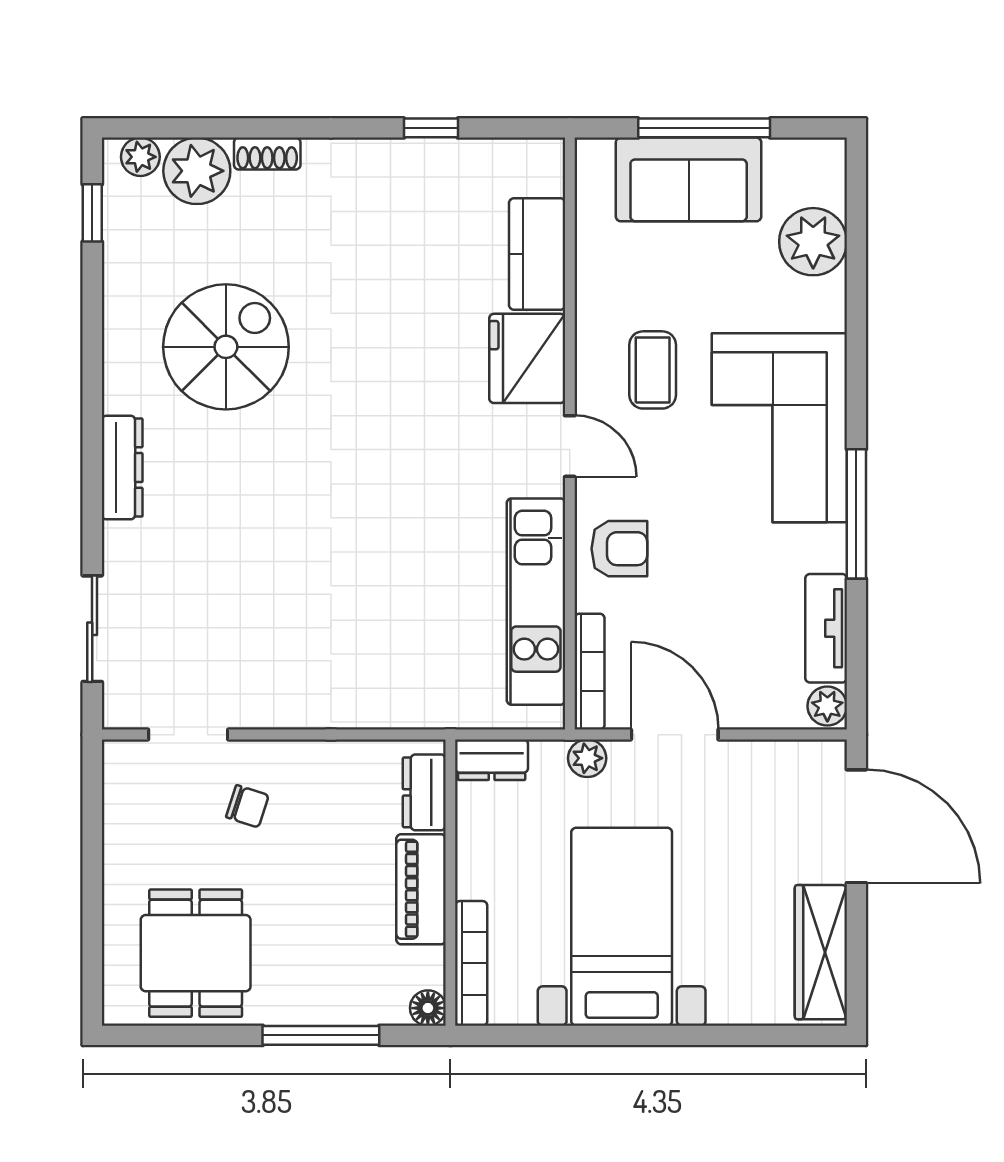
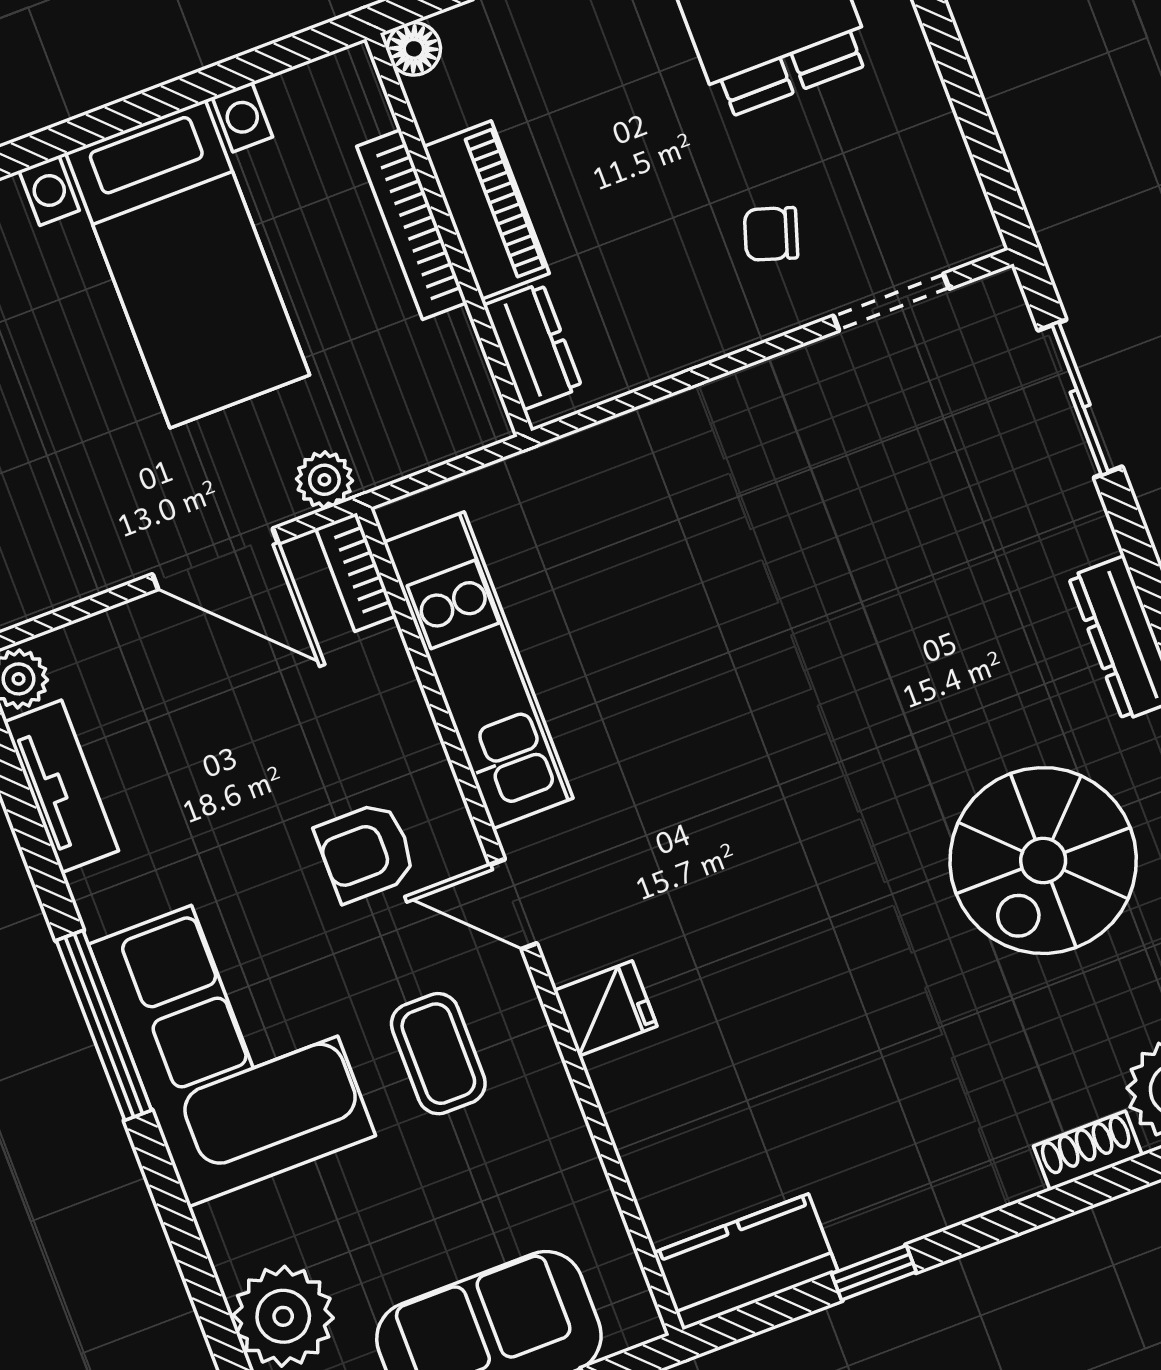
kitchen counter: (537, 254) -> (745, 1262), moved, turned -90
fridge: (527, 358) -> (605, 1008), width x0.53, depth x0.75
window: (856, 514) -> (104, 1025), moved
armchair: (619, 549) -> (366, 852), moved
bookcase: (589, 672) -> (356, 572), width x0.64
dresser: (492, 760) -> (456, 427), removed
bookcase: (471, 963) -> (412, 225), moved

